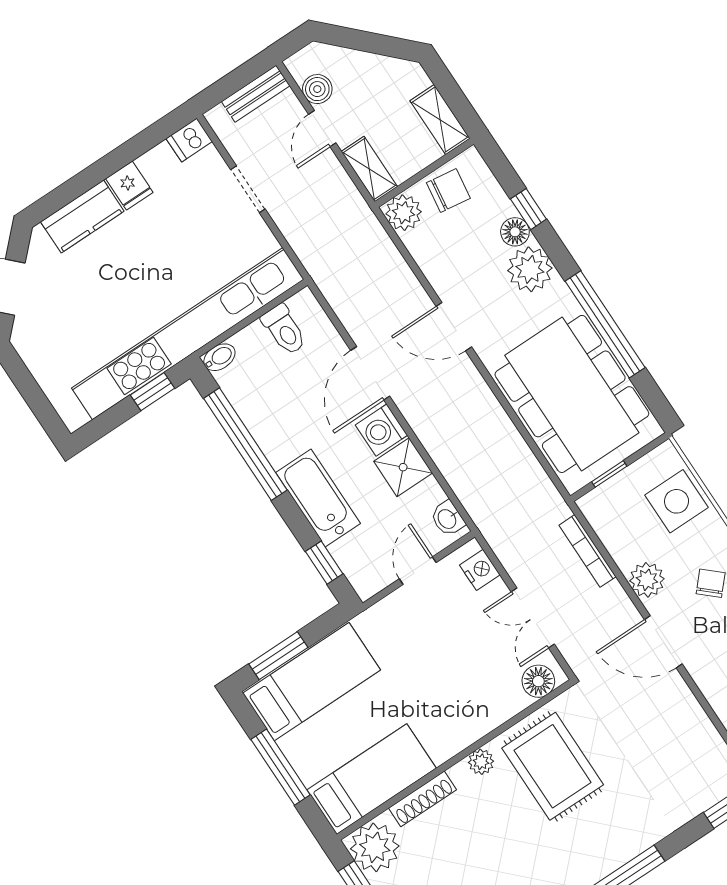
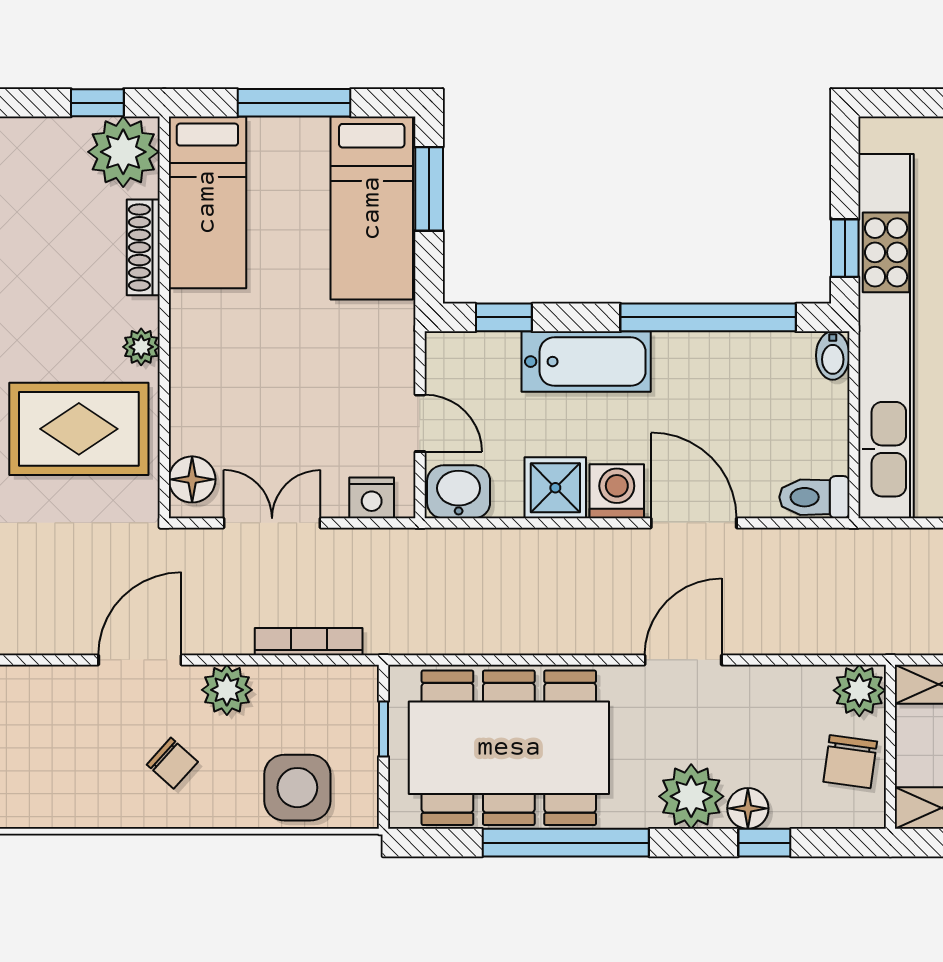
toilet: (284, 330) -> (814, 497), moved
washbasin: (448, 519) -> (459, 492), width x1.38, depth x1.45

